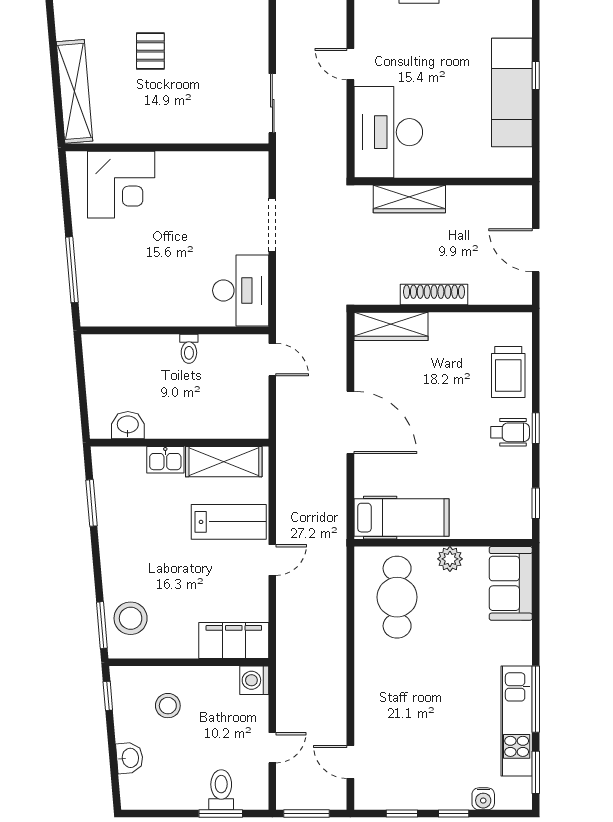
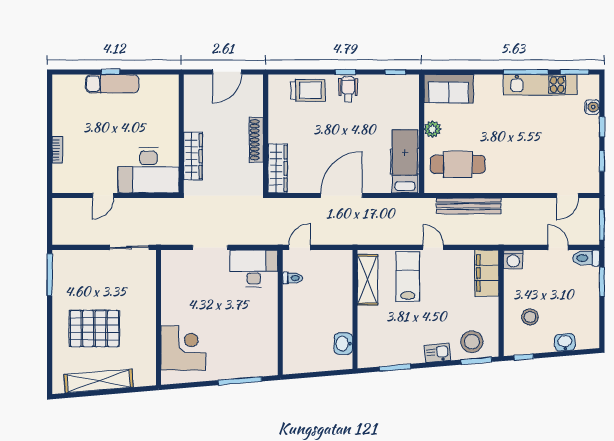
pallet: (150, 51) -> (94, 329), width x2.05, depth x2.00
shelving: (74, 91) -> (99, 381), moved
exam couch: (512, 93) -> (112, 84), width x0.73, depth x0.69
toilet: (189, 349) -> (293, 278), moved
kitchen sink: (165, 460) -> (437, 353), moved, turned -95
bench: (335, 613) -> (469, 206), added
toilet: (221, 790) -> (586, 258), moved

